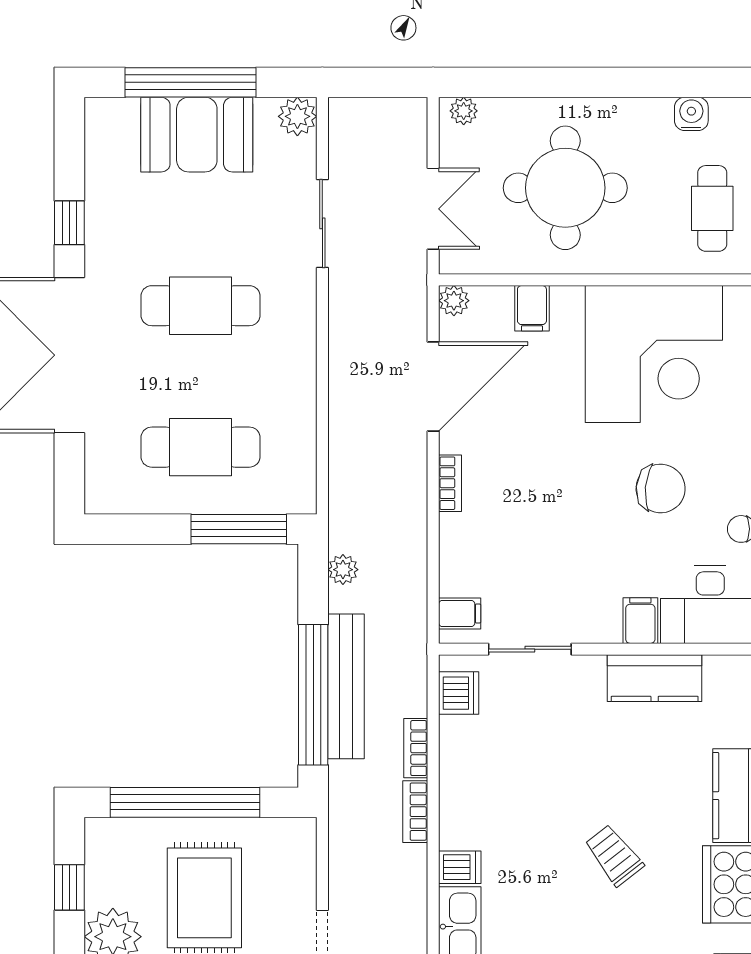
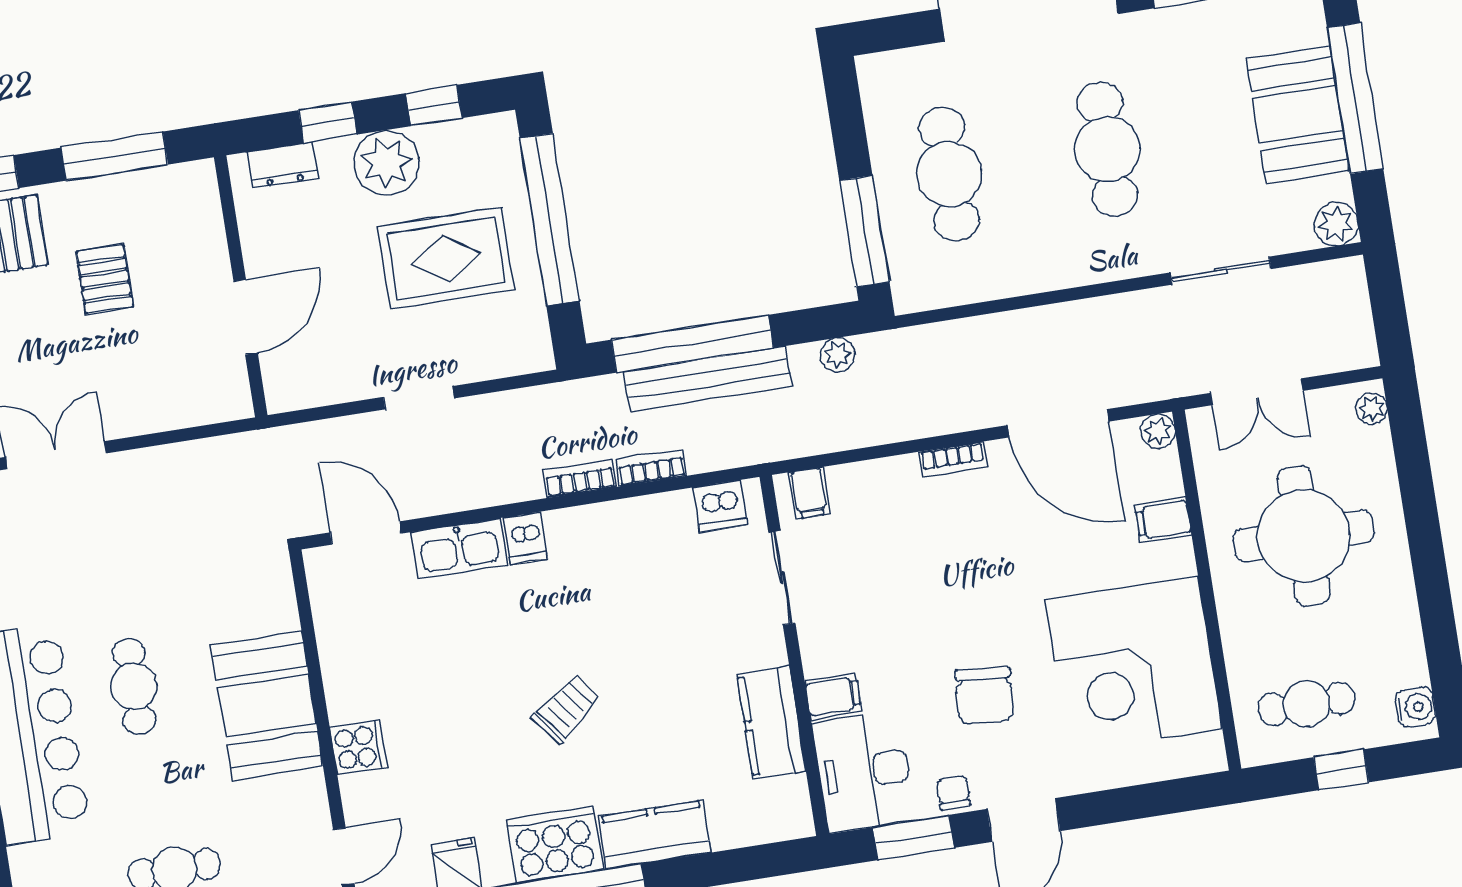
water cooler: (691, 114) -> (1415, 707), moved

